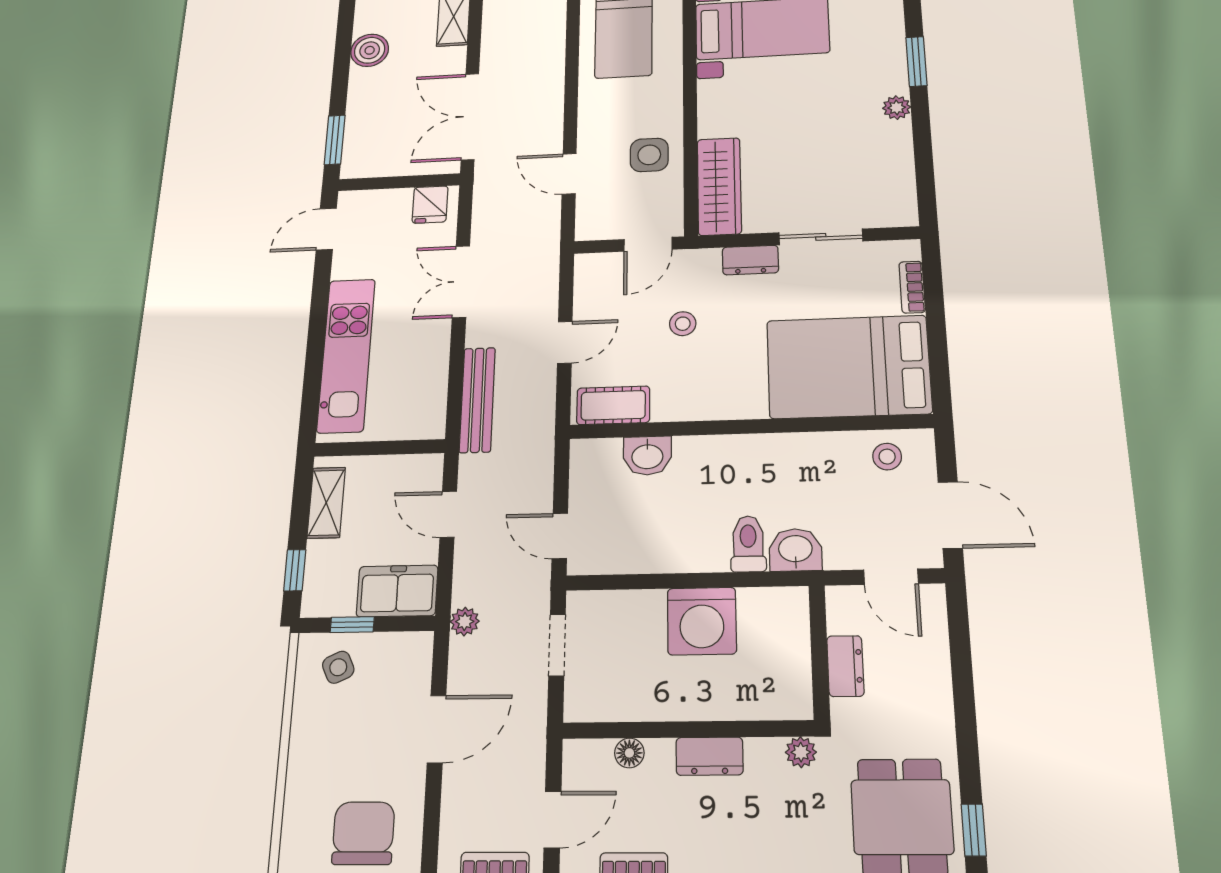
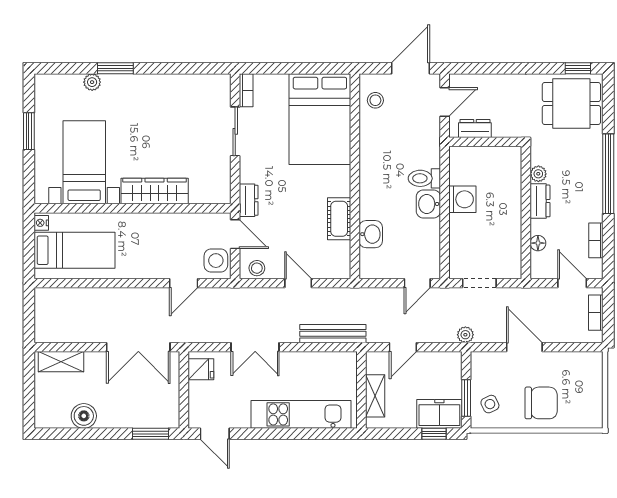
plant: (897, 108) -> (92, 82), moved
side table: (649, 155) -> (216, 261), moved
wardrobe: (719, 186) -> (155, 191), moved
dresser: (750, 260) -> (249, 200), moved
bookcase: (912, 287) -> (246, 90), moved, turned -90
stool: (683, 324) -> (257, 268), moved
cot: (613, 405) -> (339, 219), moved
shelving: (326, 503) -> (375, 396), moved, turned 90
washbasin: (795, 550) -> (428, 204), moved
freezer: (397, 591) -> (439, 414), moved, turned 90
washing machine: (702, 621) -> (462, 199), width x0.73, depth x0.73
window: (352, 625) -> (466, 398), width x1.50
dresser: (845, 666) -> (475, 129), moved
plant: (801, 752) -> (538, 174), moved
chair: (363, 833) -> (541, 403), moved, turned 180

